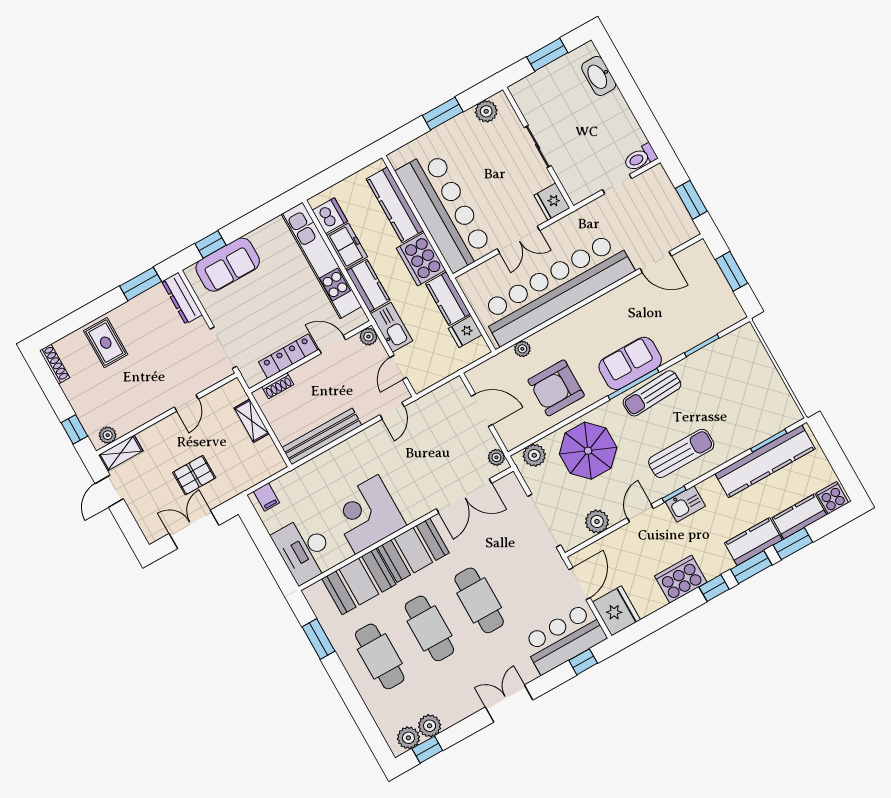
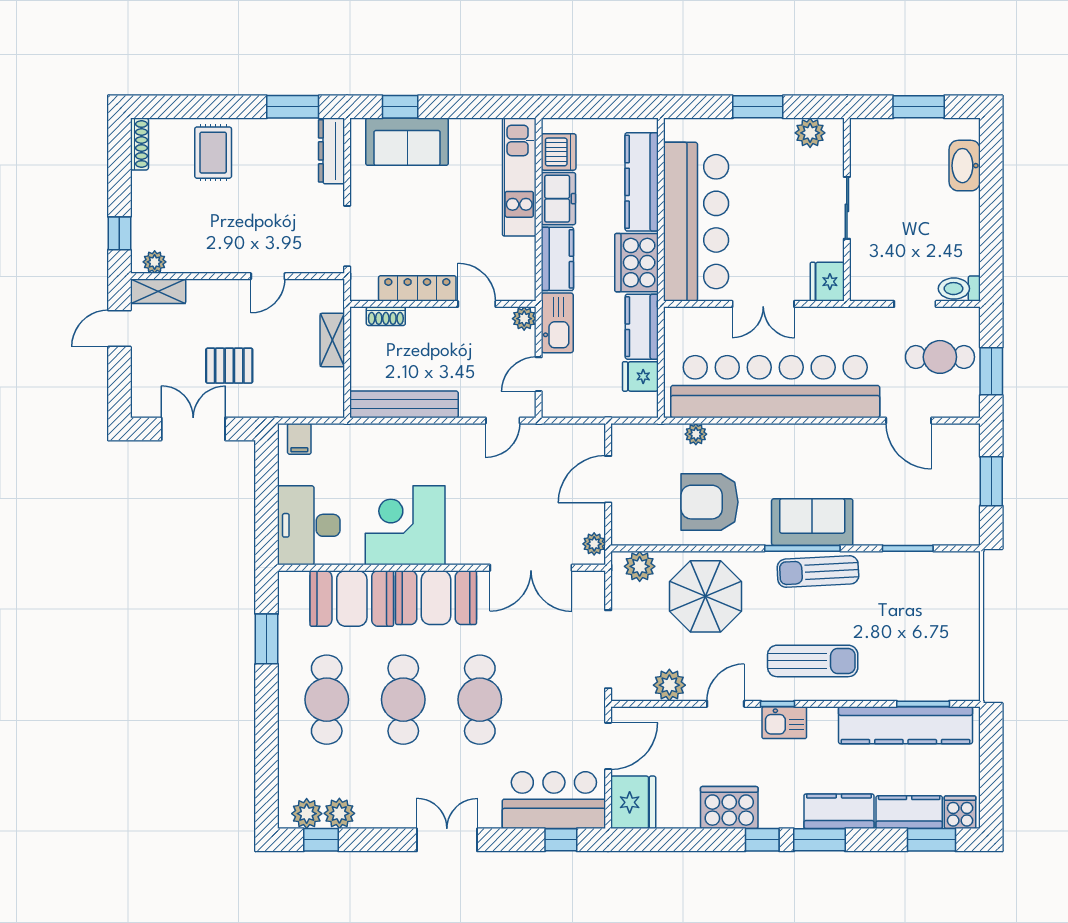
cafe table: (653, 209) -> (940, 357), added
kitchen unit: (321, 260) -> (519, 177), width x0.73
door: (482, 410) -> (608, 479), swing flipped
window: (793, 544) -> (931, 840), moved

